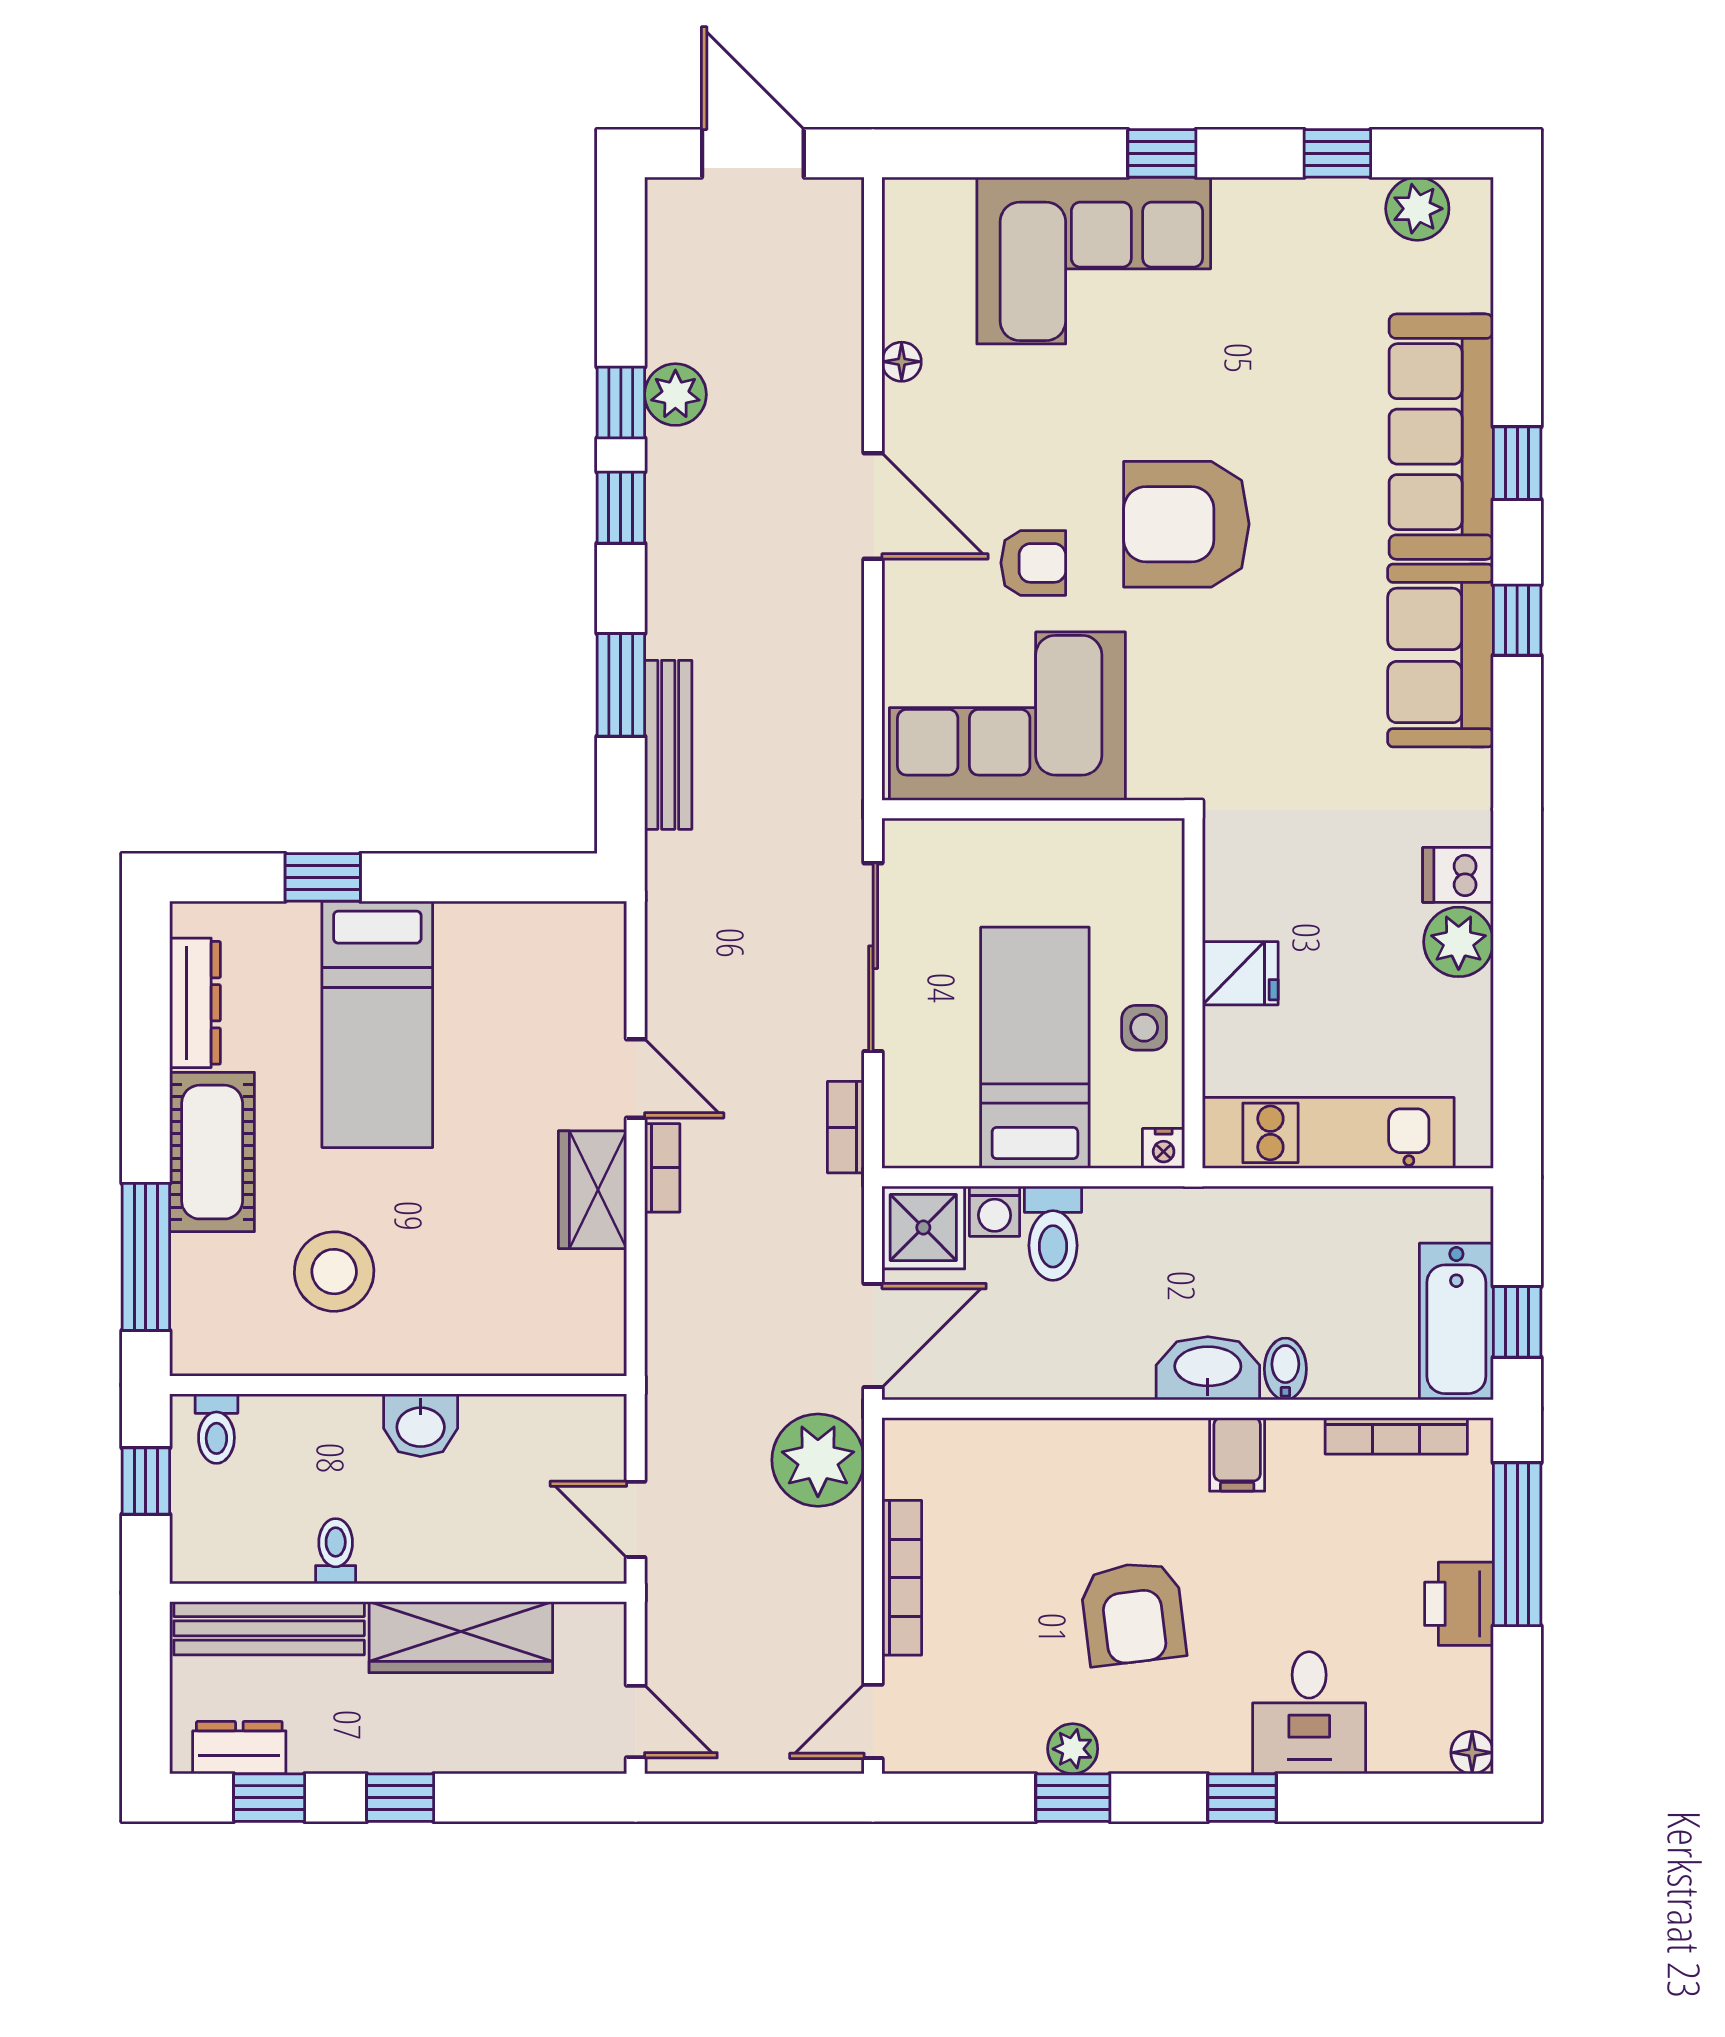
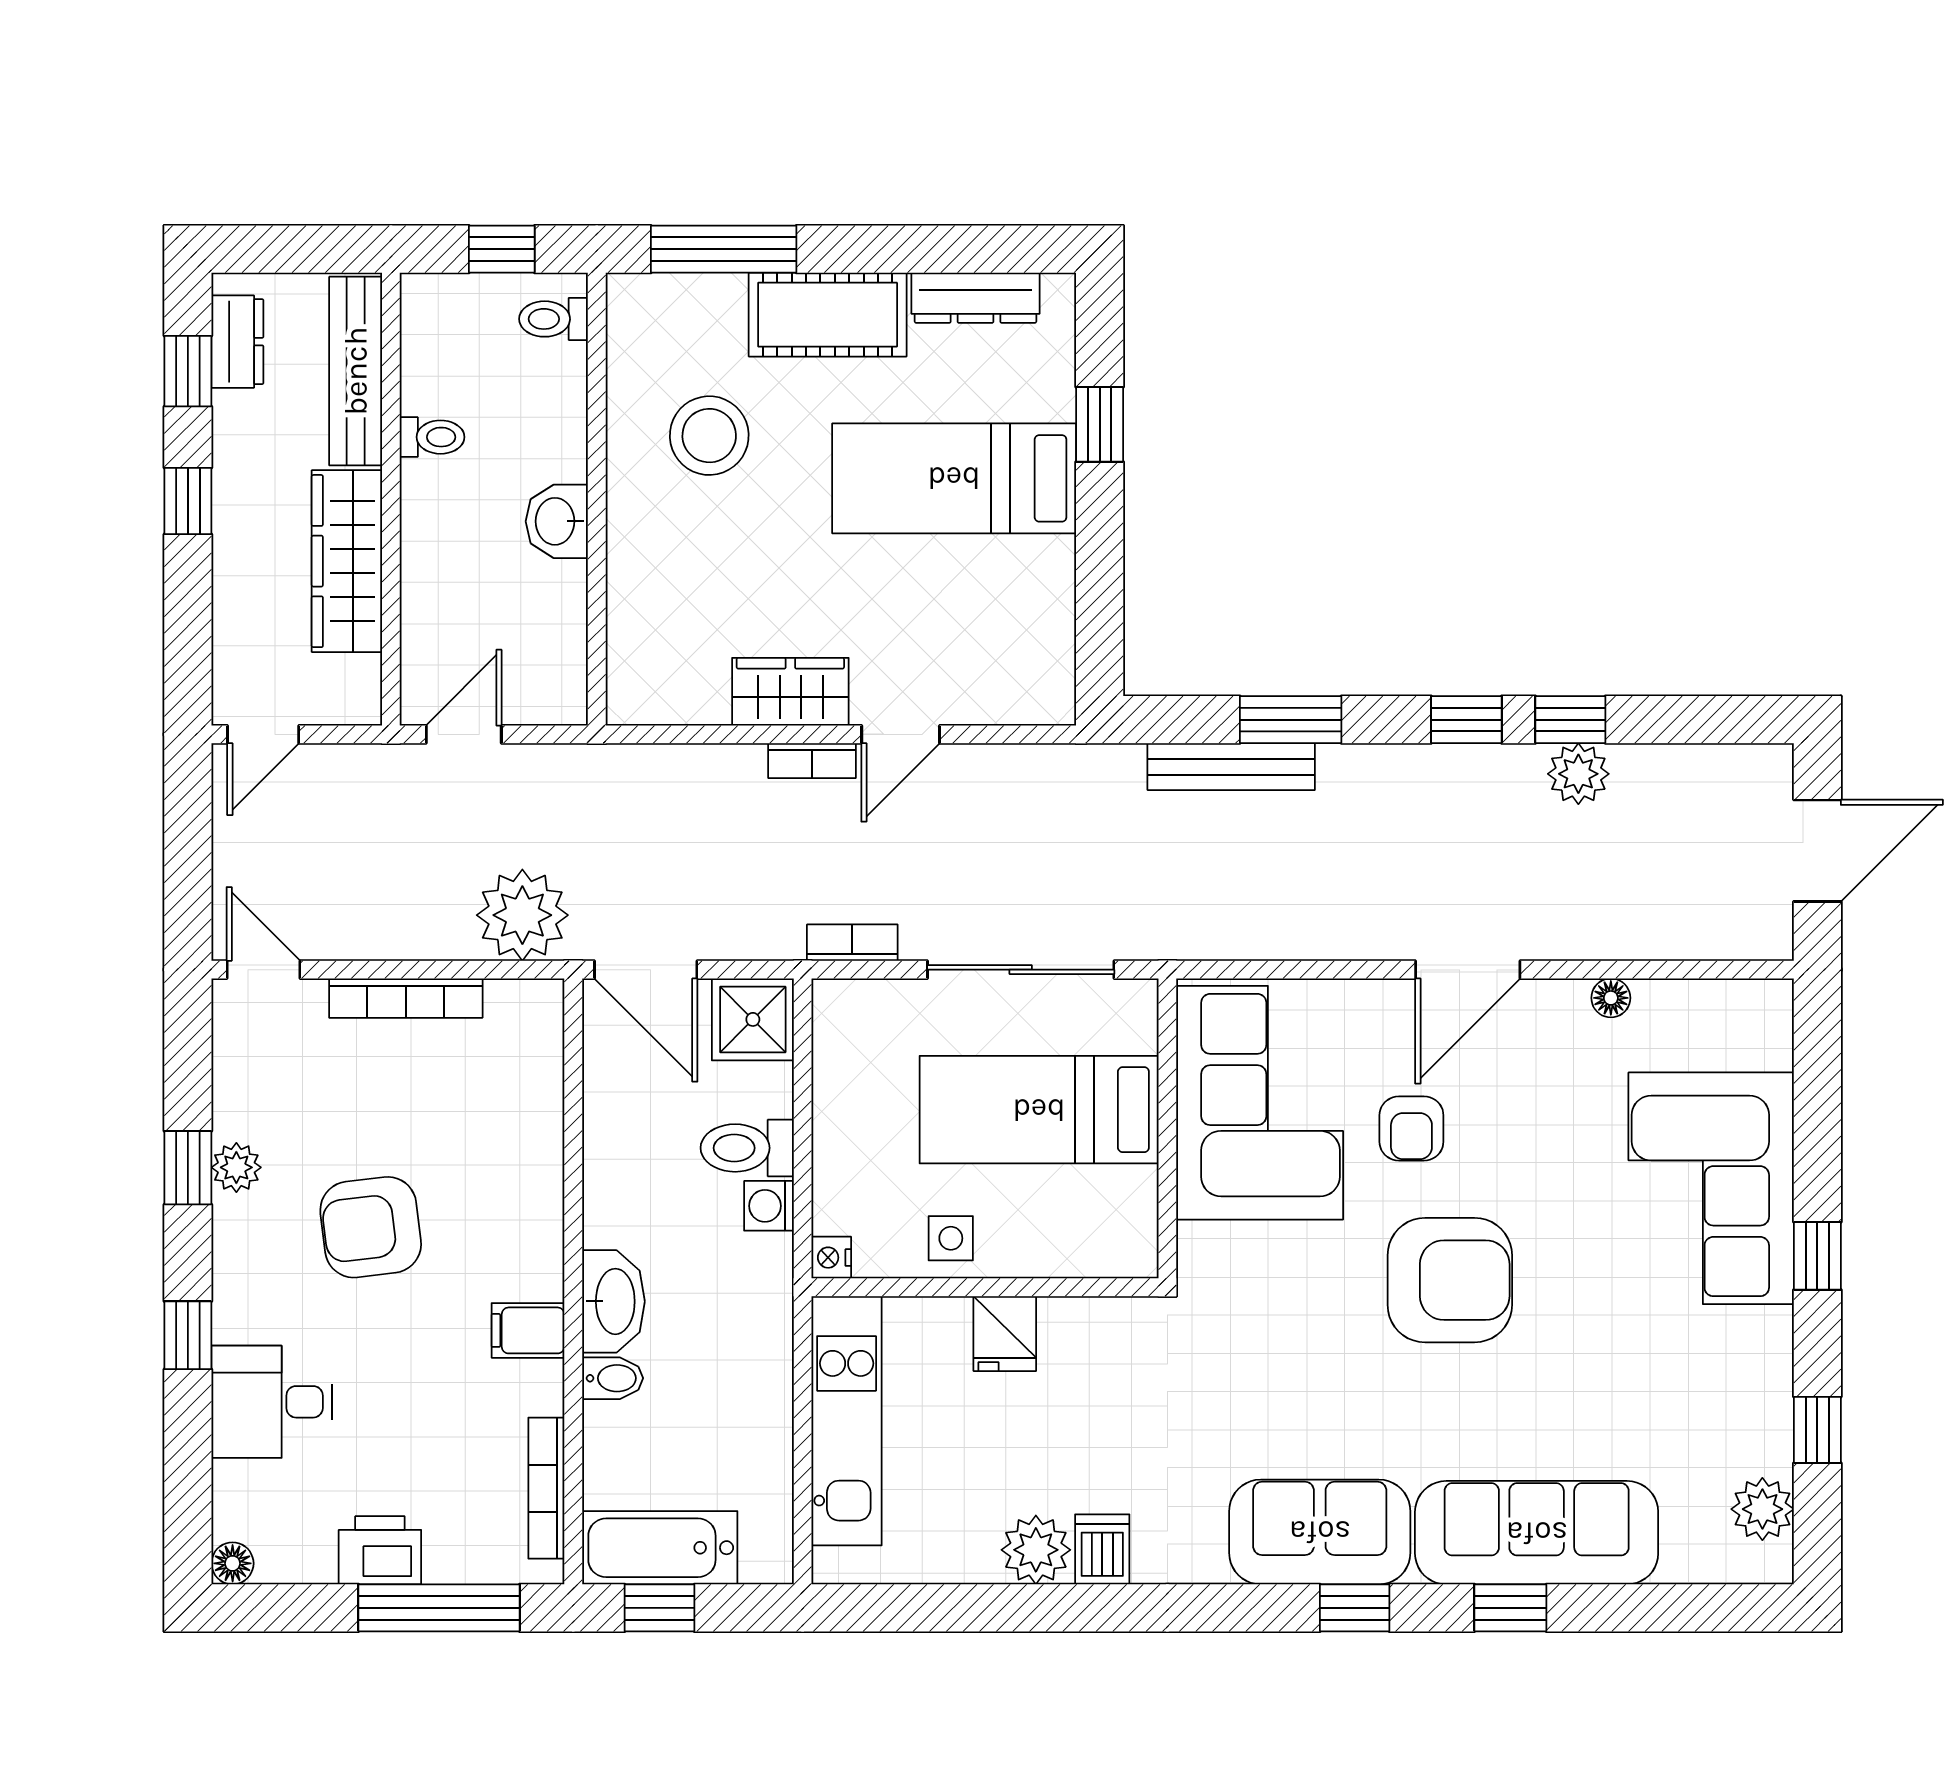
armchair: (1186, 524) -> (1450, 1280), turned 90
bed: (1035, 1048) -> (1039, 1110), moved, turned 180
washing machine: (995, 1211) -> (769, 1206), moved

